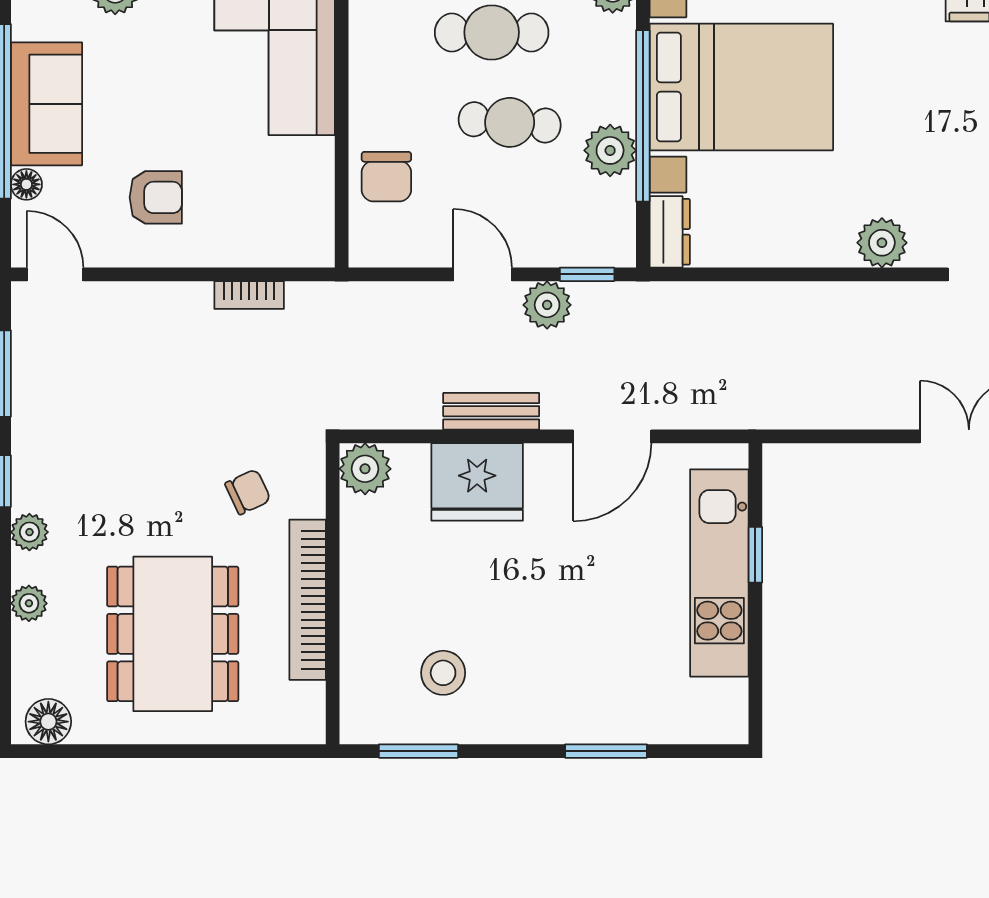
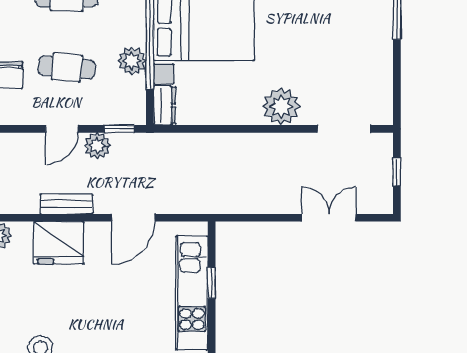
cafe table: (510, 122) -> (67, 67), moved
plant: (882, 243) -> (281, 106), width x1.36, depth x1.36
door: (483, 274) -> (62, 129), swing flipped

